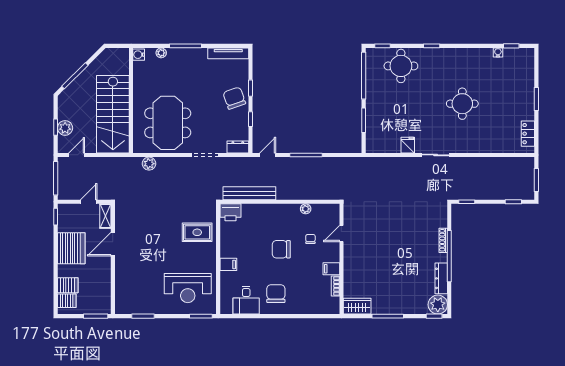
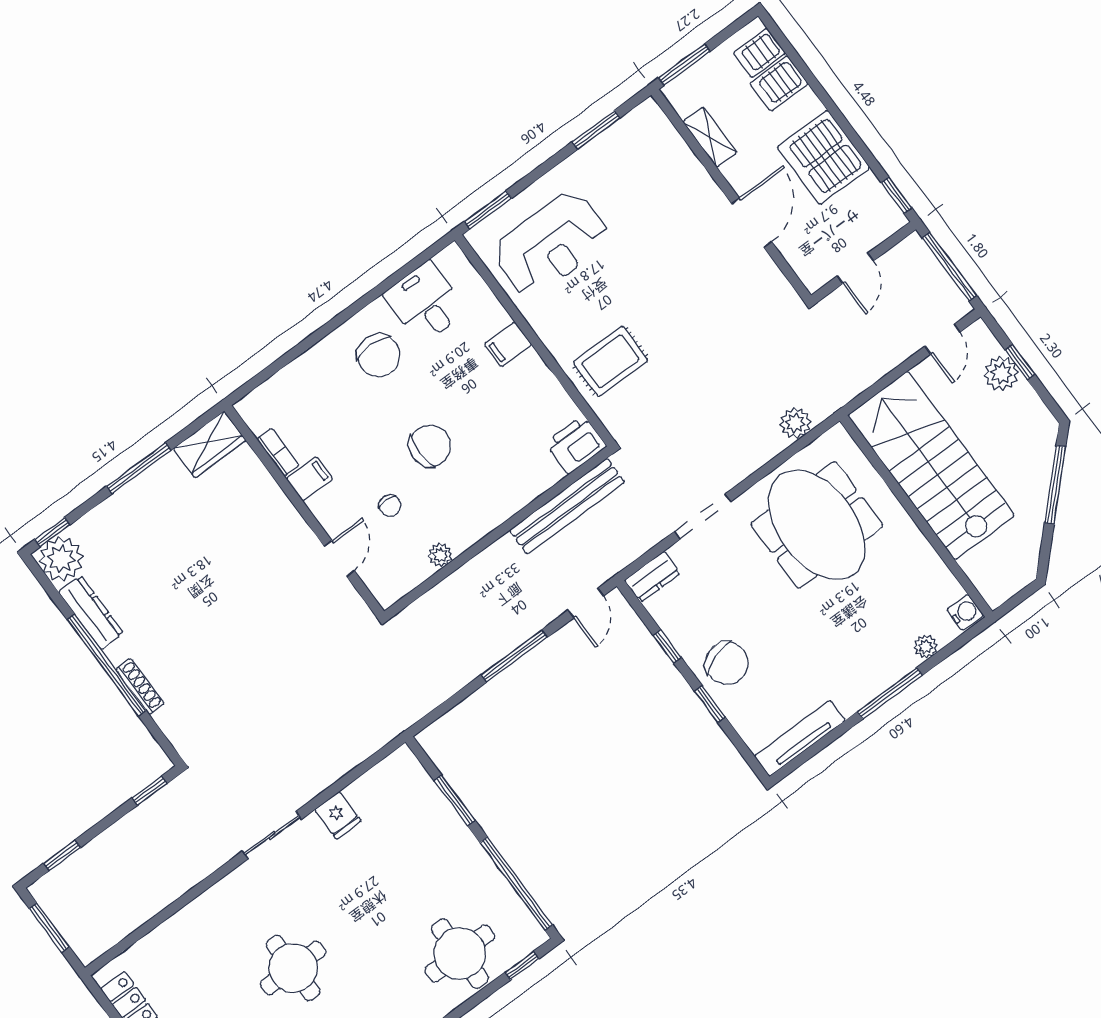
shelving: (105, 216) -> (710, 137), moved
reception desk: (188, 288) -> (551, 244), turned 180

